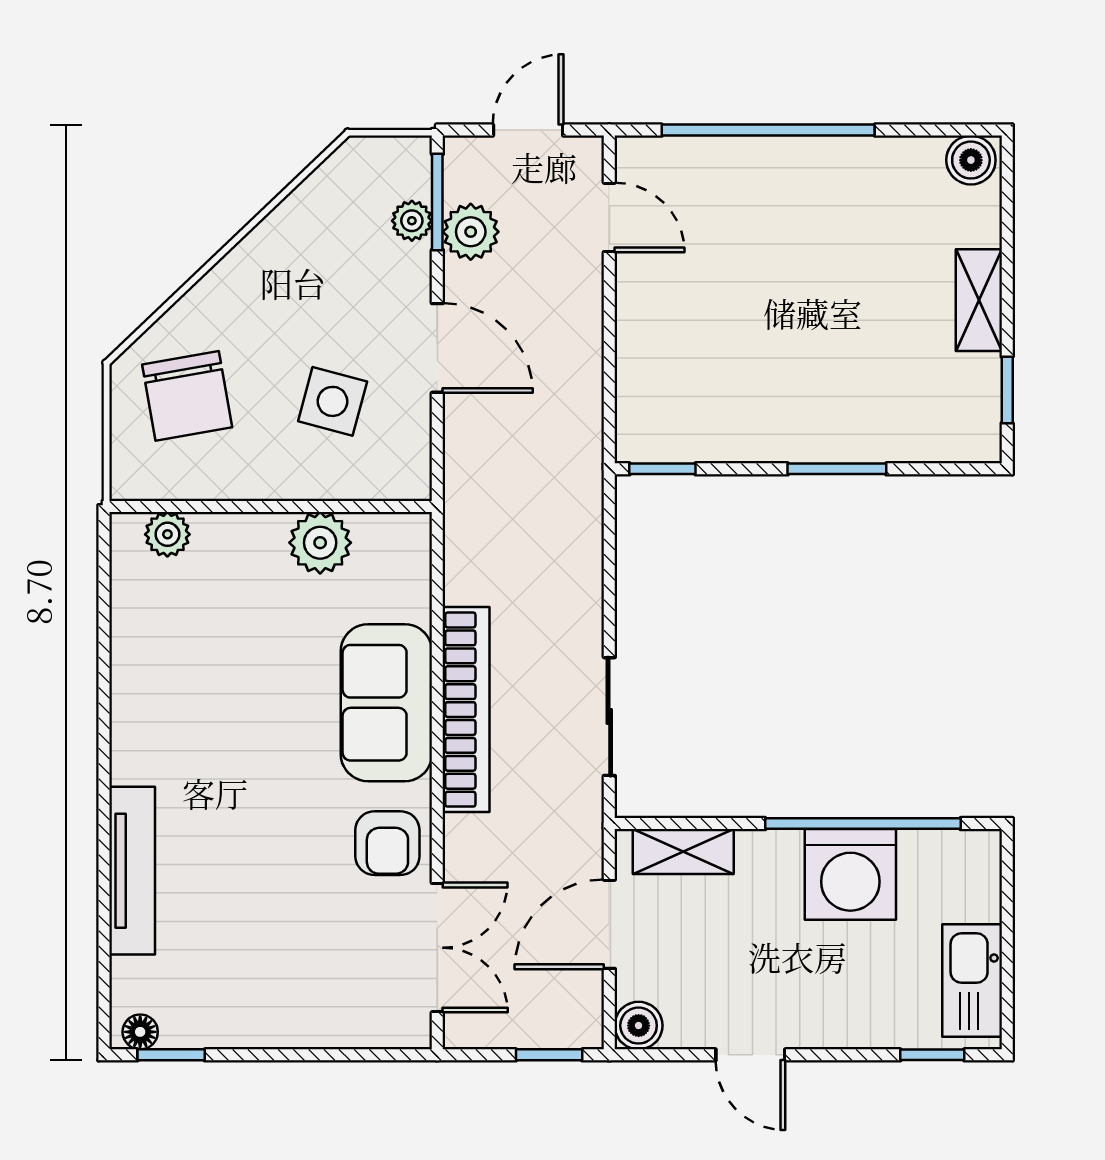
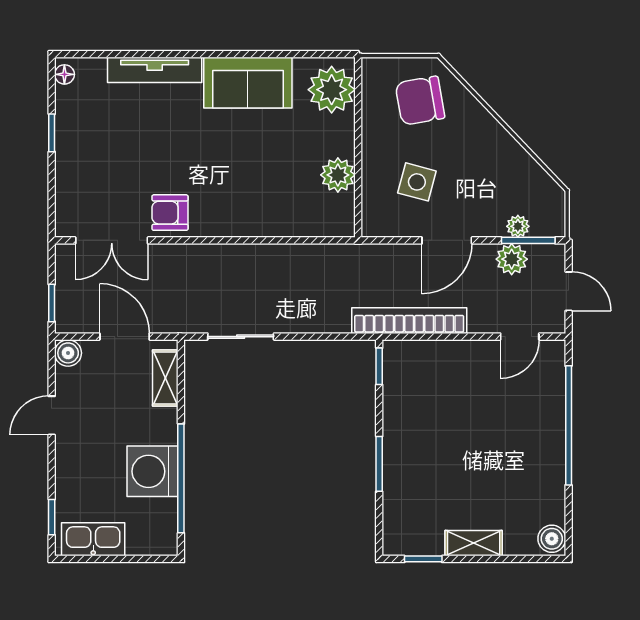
plant: (167, 534) -> (332, 90), width x1.87, depth x1.87
sofa: (386, 703) -> (248, 83), moved, turned 180
bookcase: (466, 710) -> (409, 321), moved, turned 180
window: (171, 1055) -> (52, 133), moved

